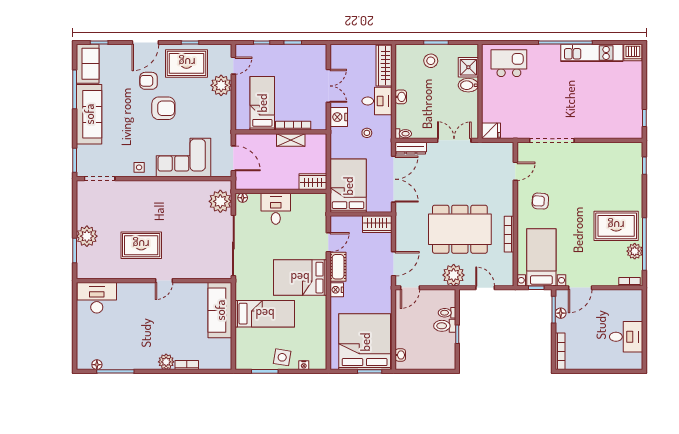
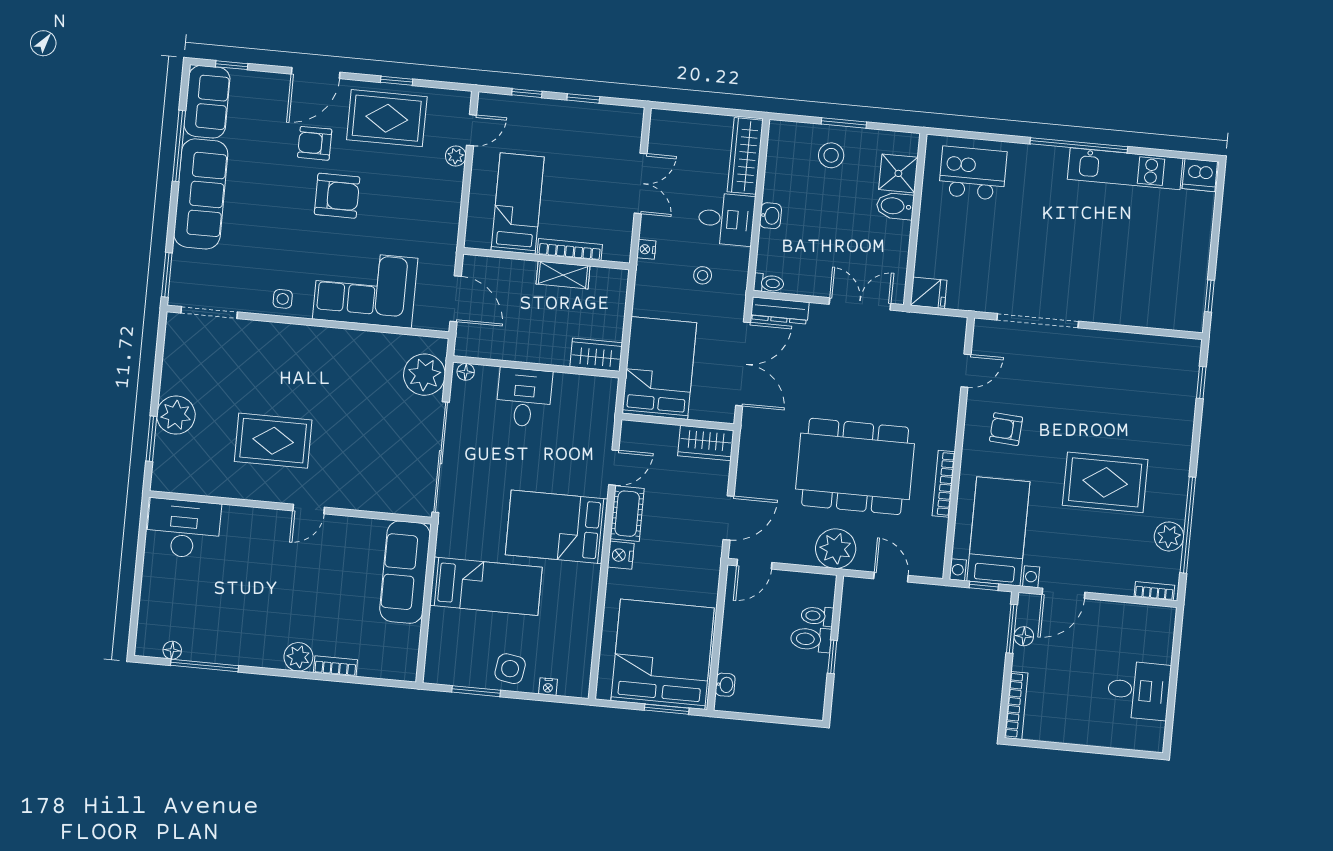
plant: (221, 85) -> (456, 156), width x0.53, depth x0.53
nightstand: (339, 117) -> (646, 249), width x0.53, depth x0.56
rug: (616, 226) -> (1105, 482), moved

